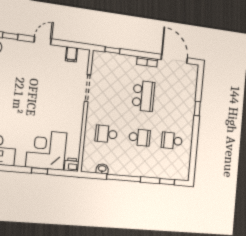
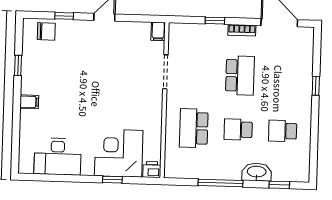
window: (112, 50) -> (215, 21), moved
filing cabinet: (71, 54) -> (158, 31), moved
school desk: (106, 134) -> (194, 128), width x1.85
school desk: (140, 137) -> (238, 130), turned 180
washbasin: (102, 169) -> (257, 172), moved, width x1.91, depth x1.45

